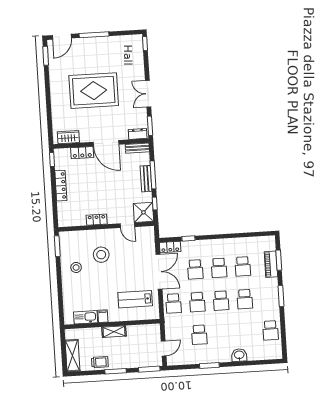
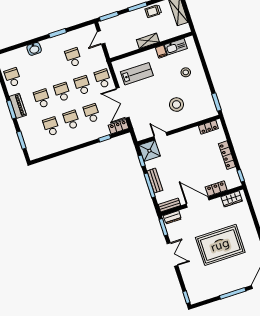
locker: (97, 220) -> (208, 127), moved
piano: (271, 264) -> (18, 106), moved
stool: (76, 267) -> (186, 72), moved

